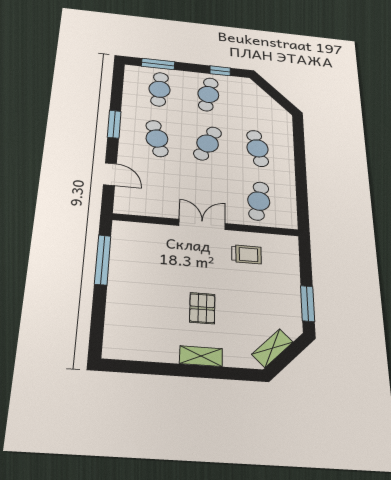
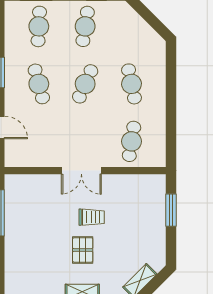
double door: (202, 224) -> (81, 171), swing flipped
trolley: (246, 254) -> (92, 217), moved
window: (308, 304) -> (171, 210), moved

